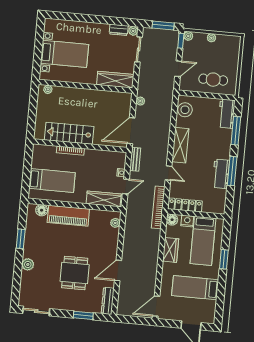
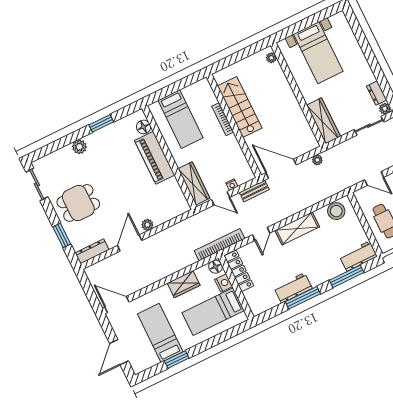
plant: (115, 223) -> (147, 225), moved
window: (224, 259) -> (177, 360), moved
door: (118, 270) -> (130, 243), hinge flipped
dining table: (75, 273) -> (78, 203), moved

